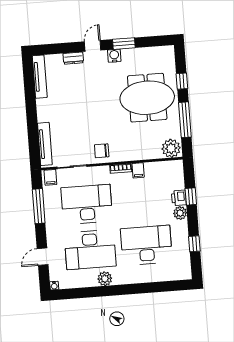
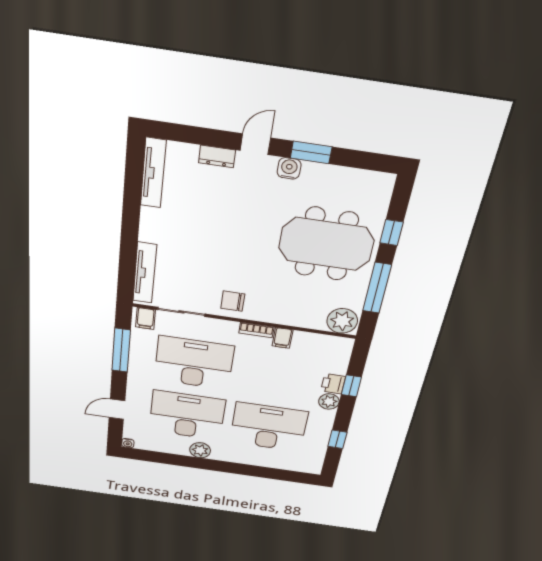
desk: (90, 250) -> (187, 415), turned 180

